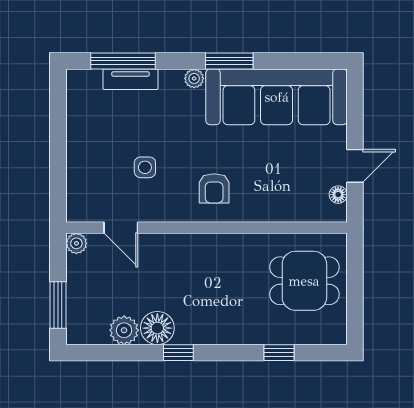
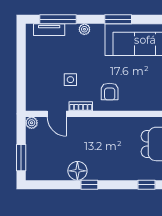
plant: (194, 78) -> (84, 29), moved
tv unit: (131, 79) -> (49, 30), moved
bookcase: (163, 214) -> (81, 106), added
plant: (124, 330) -> (59, 172), removed

